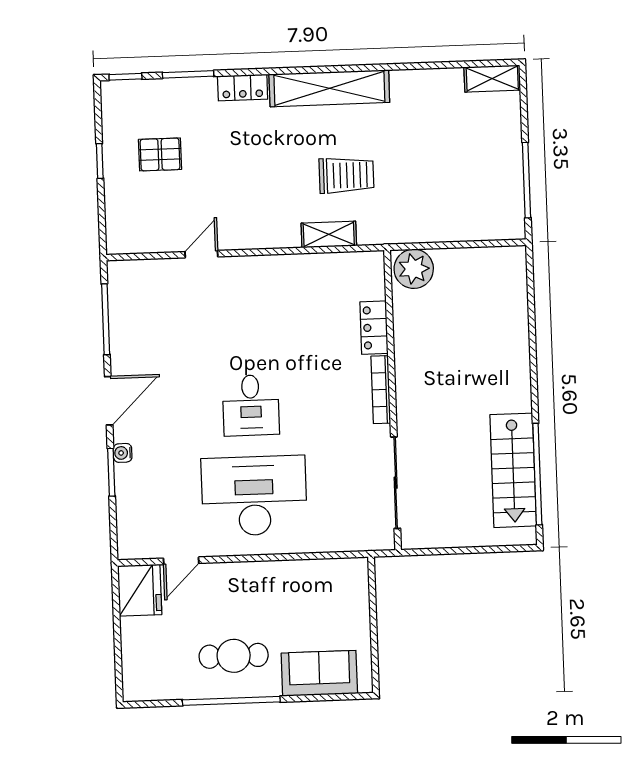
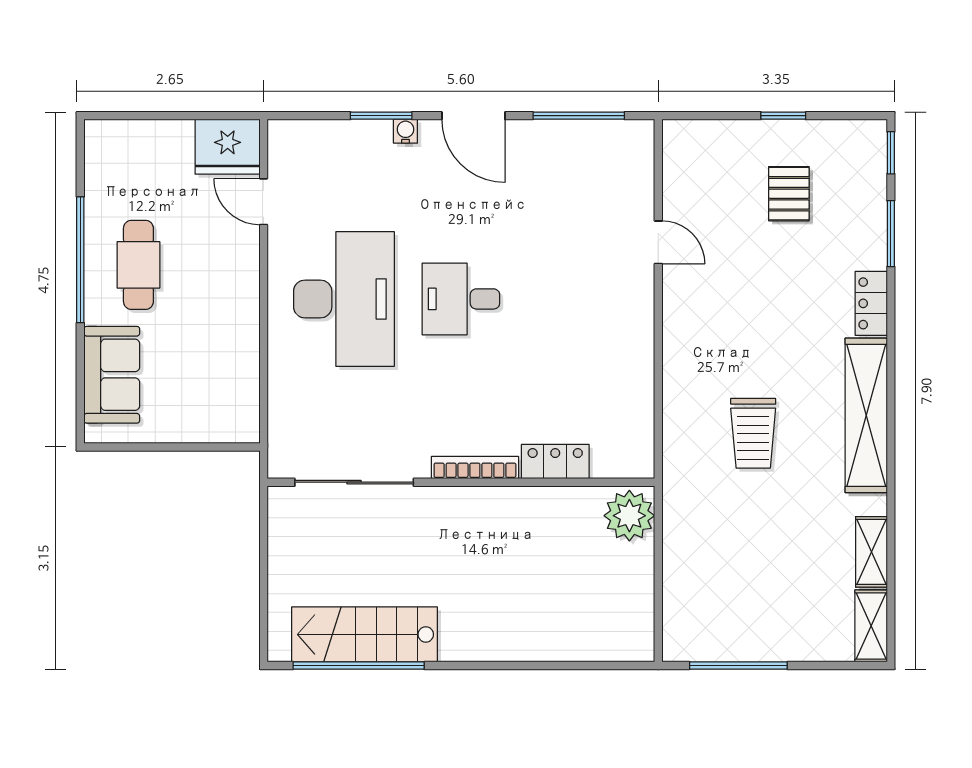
shelving: (329, 234) -> (871, 552), moved

